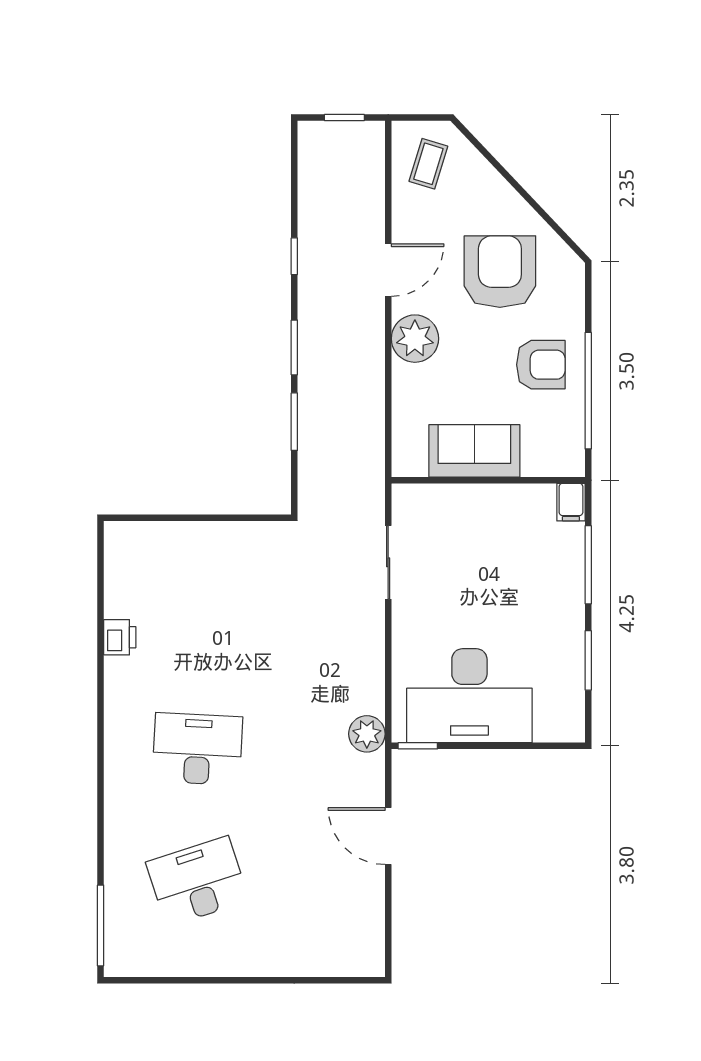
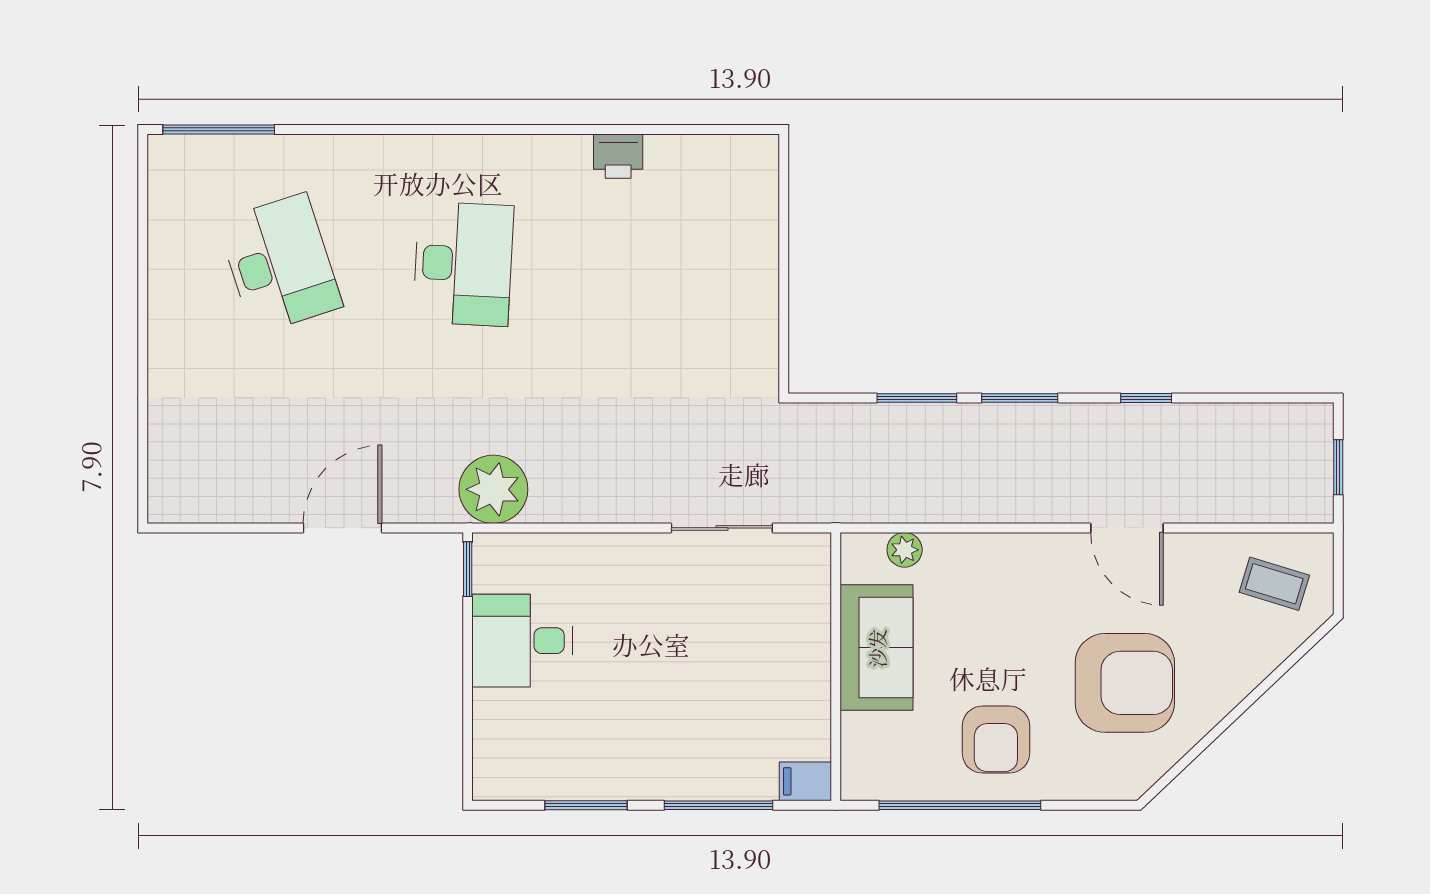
plant: (415, 339) -> (905, 550), moved, width x0.53, depth x0.53
desk: (469, 696) -> (522, 641), width x0.53, depth x0.77
plant: (367, 734) -> (493, 489), width x1.36, depth x1.36

